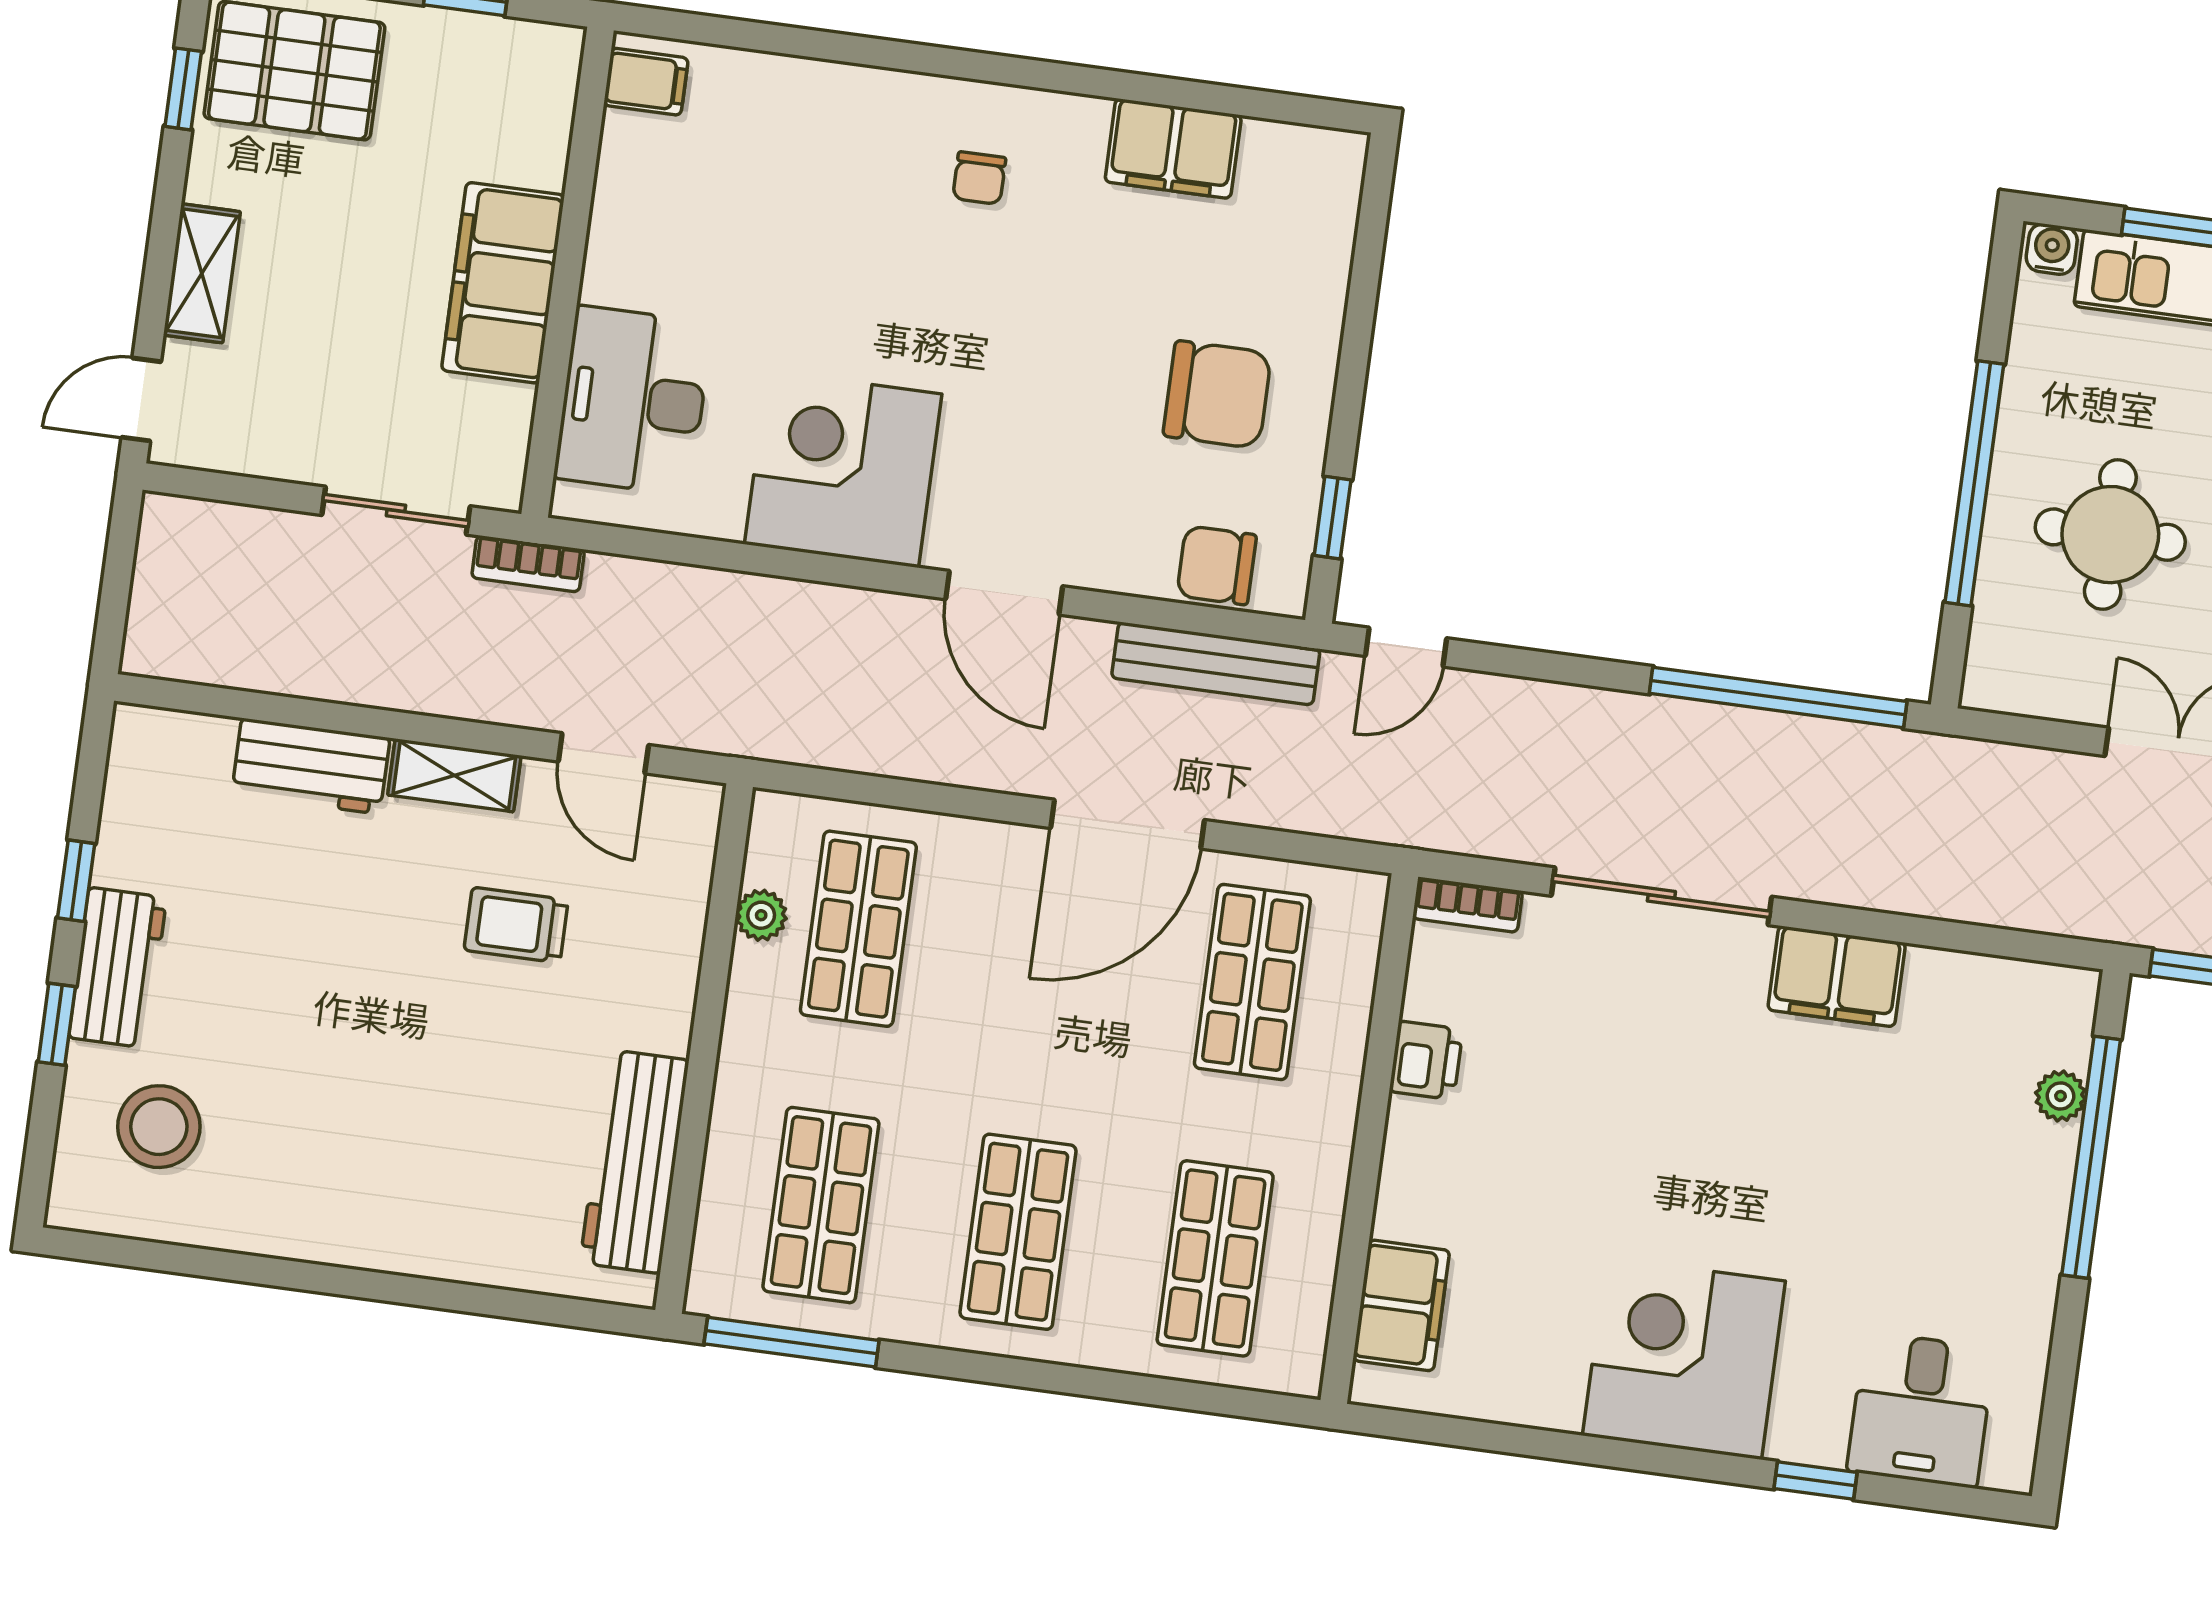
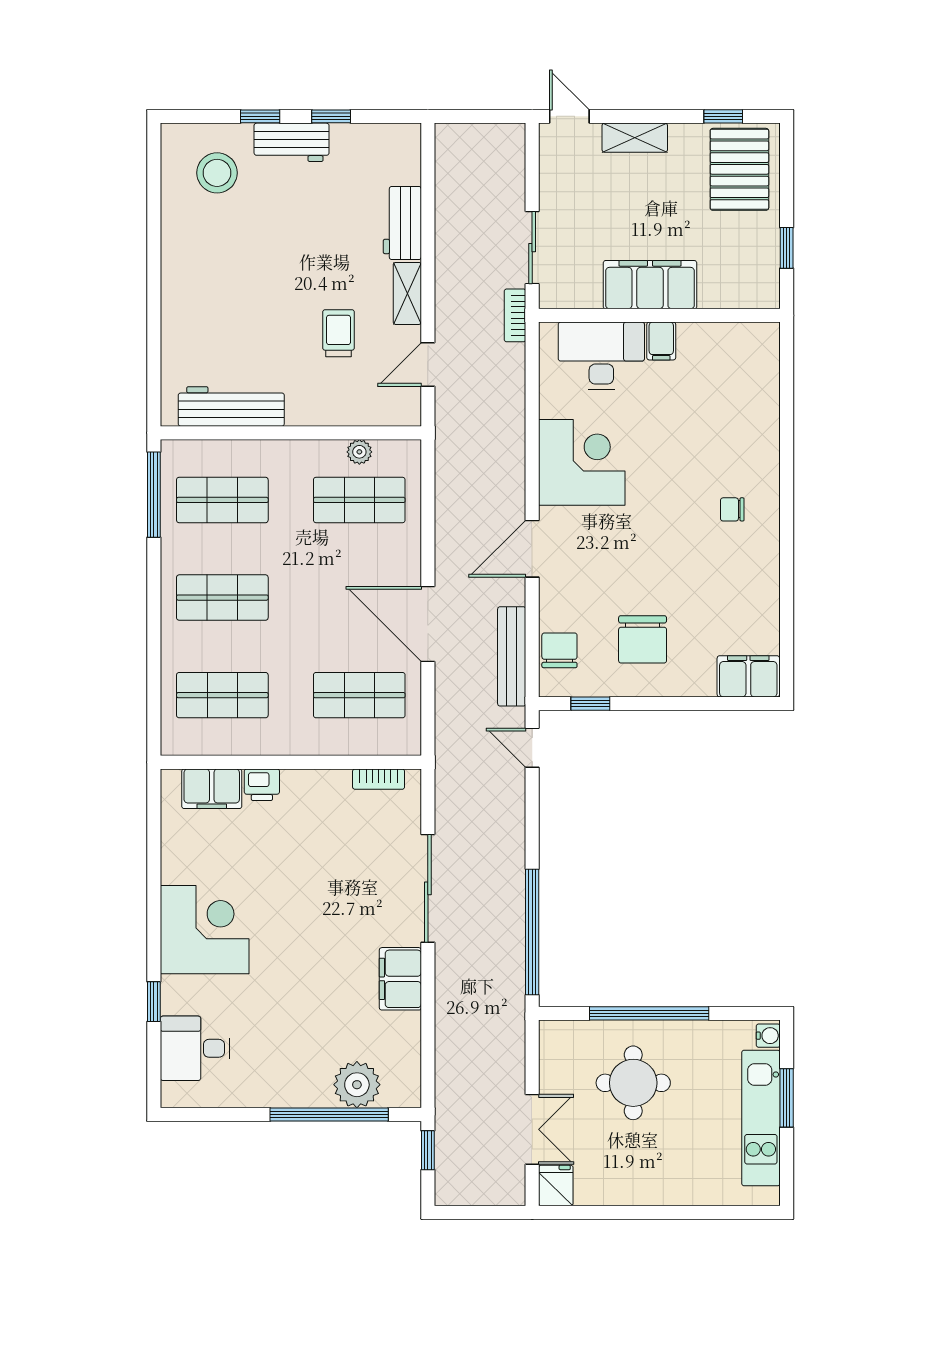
filing cabinet: (646, 82) -> (661, 341), moved
filing cabinet: (1173, 149) -> (748, 676), moved, turned 90
bookcase: (1468, 905) -> (379, 779), moved, turned -90
printer: (1426, 1060) -> (262, 785), moved
plant: (2061, 1096) -> (357, 1085), width x1.88, depth x1.88

